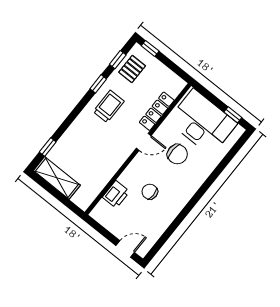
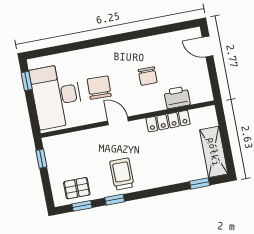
window: (150, 48) -> (41, 159), moved
trolley: (109, 106) -> (122, 174), turned 90
locker: (157, 111) -> (168, 121), moved

